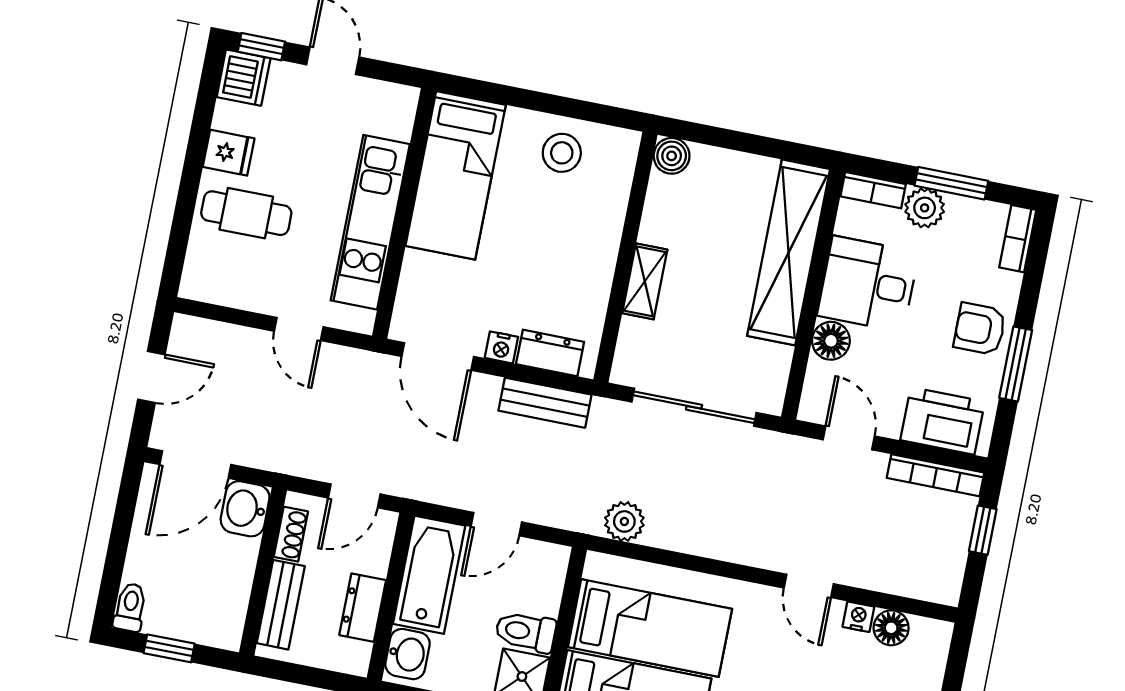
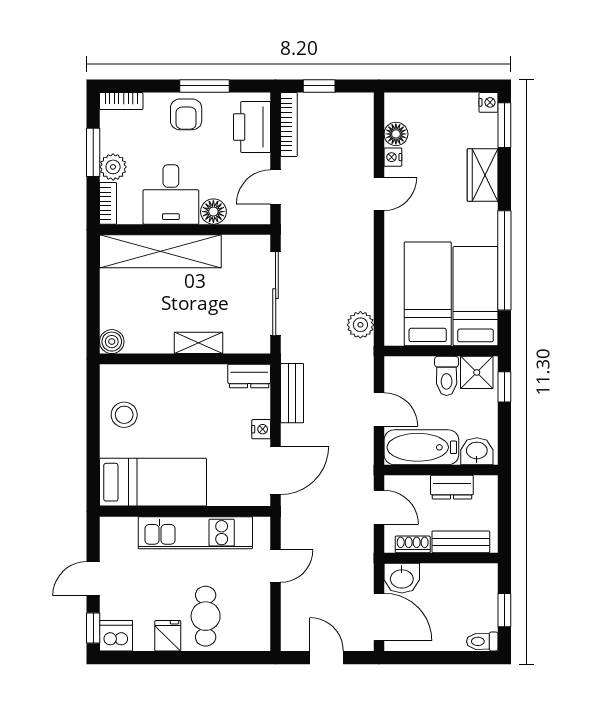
dresser: (550, 353) -> (249, 376), moved, turned -90

